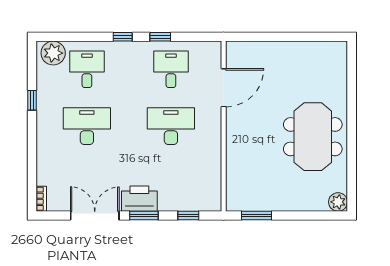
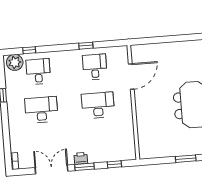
window: (123, 37) -> (29, 50), moved
printer: (139, 199) -> (81, 158), width x0.53, depth x0.68
window: (256, 216) -> (186, 159), moved

